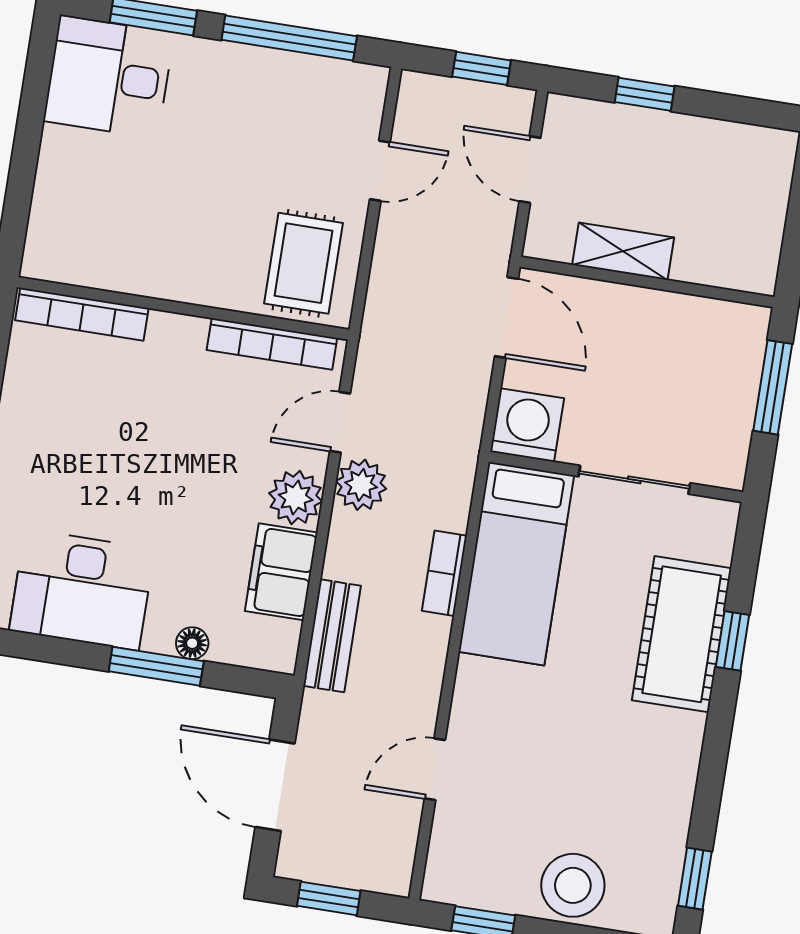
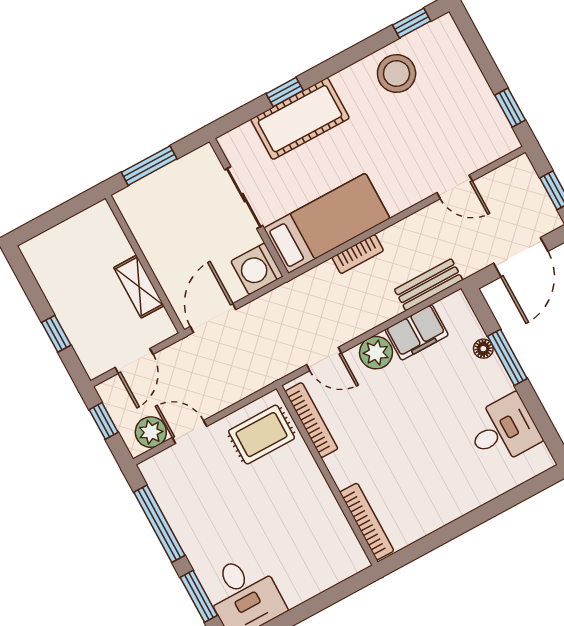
plant: (361, 485) -> (151, 432), moved
desk: (82, 590) -> (503, 430), width x0.73
stool: (573, 885) -> (397, 73), moved

